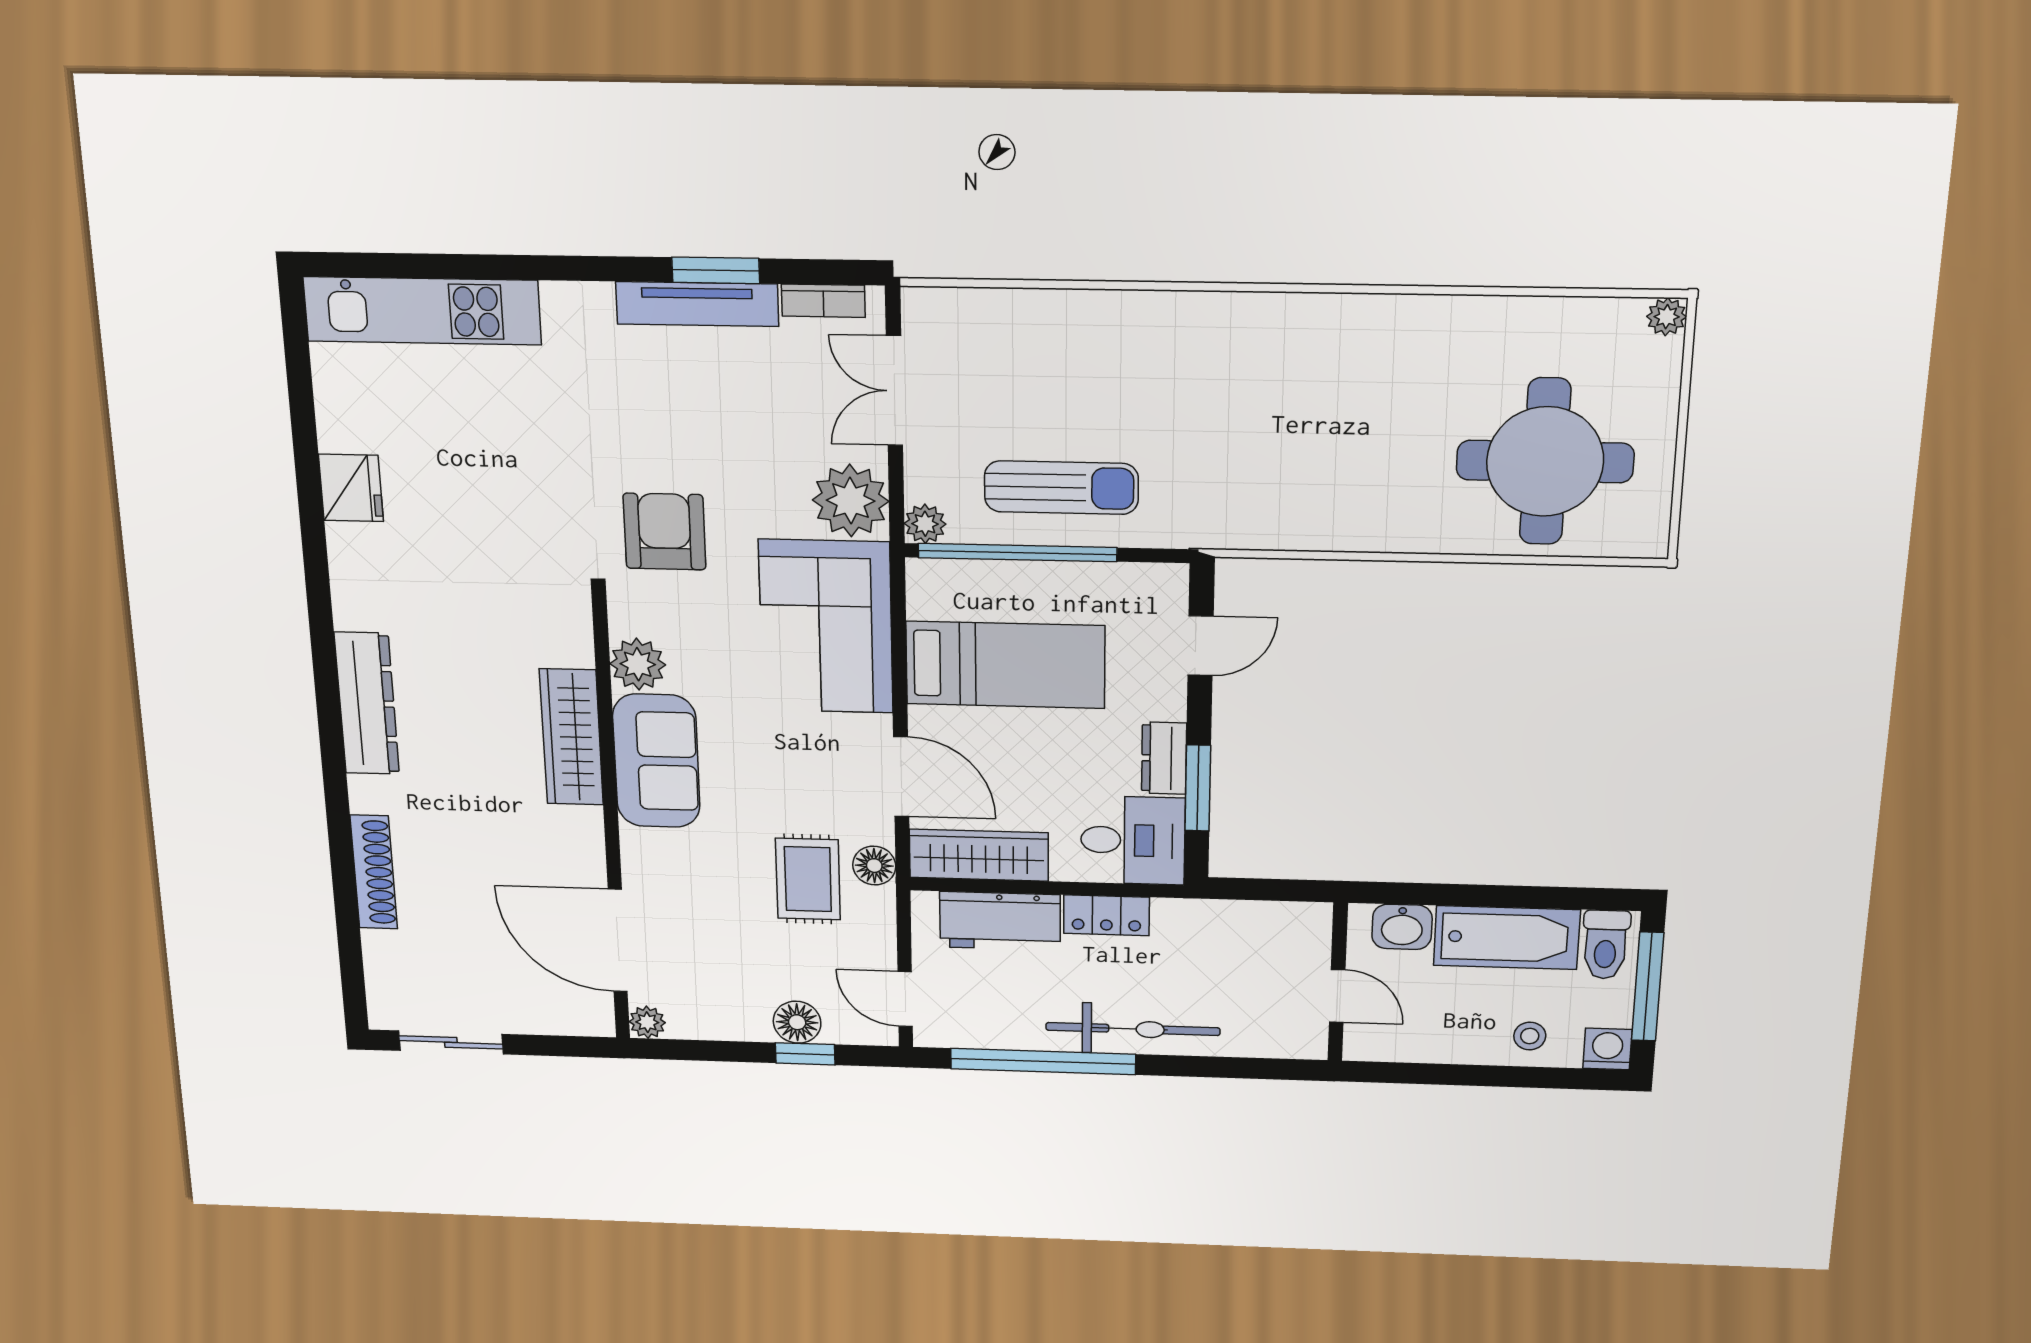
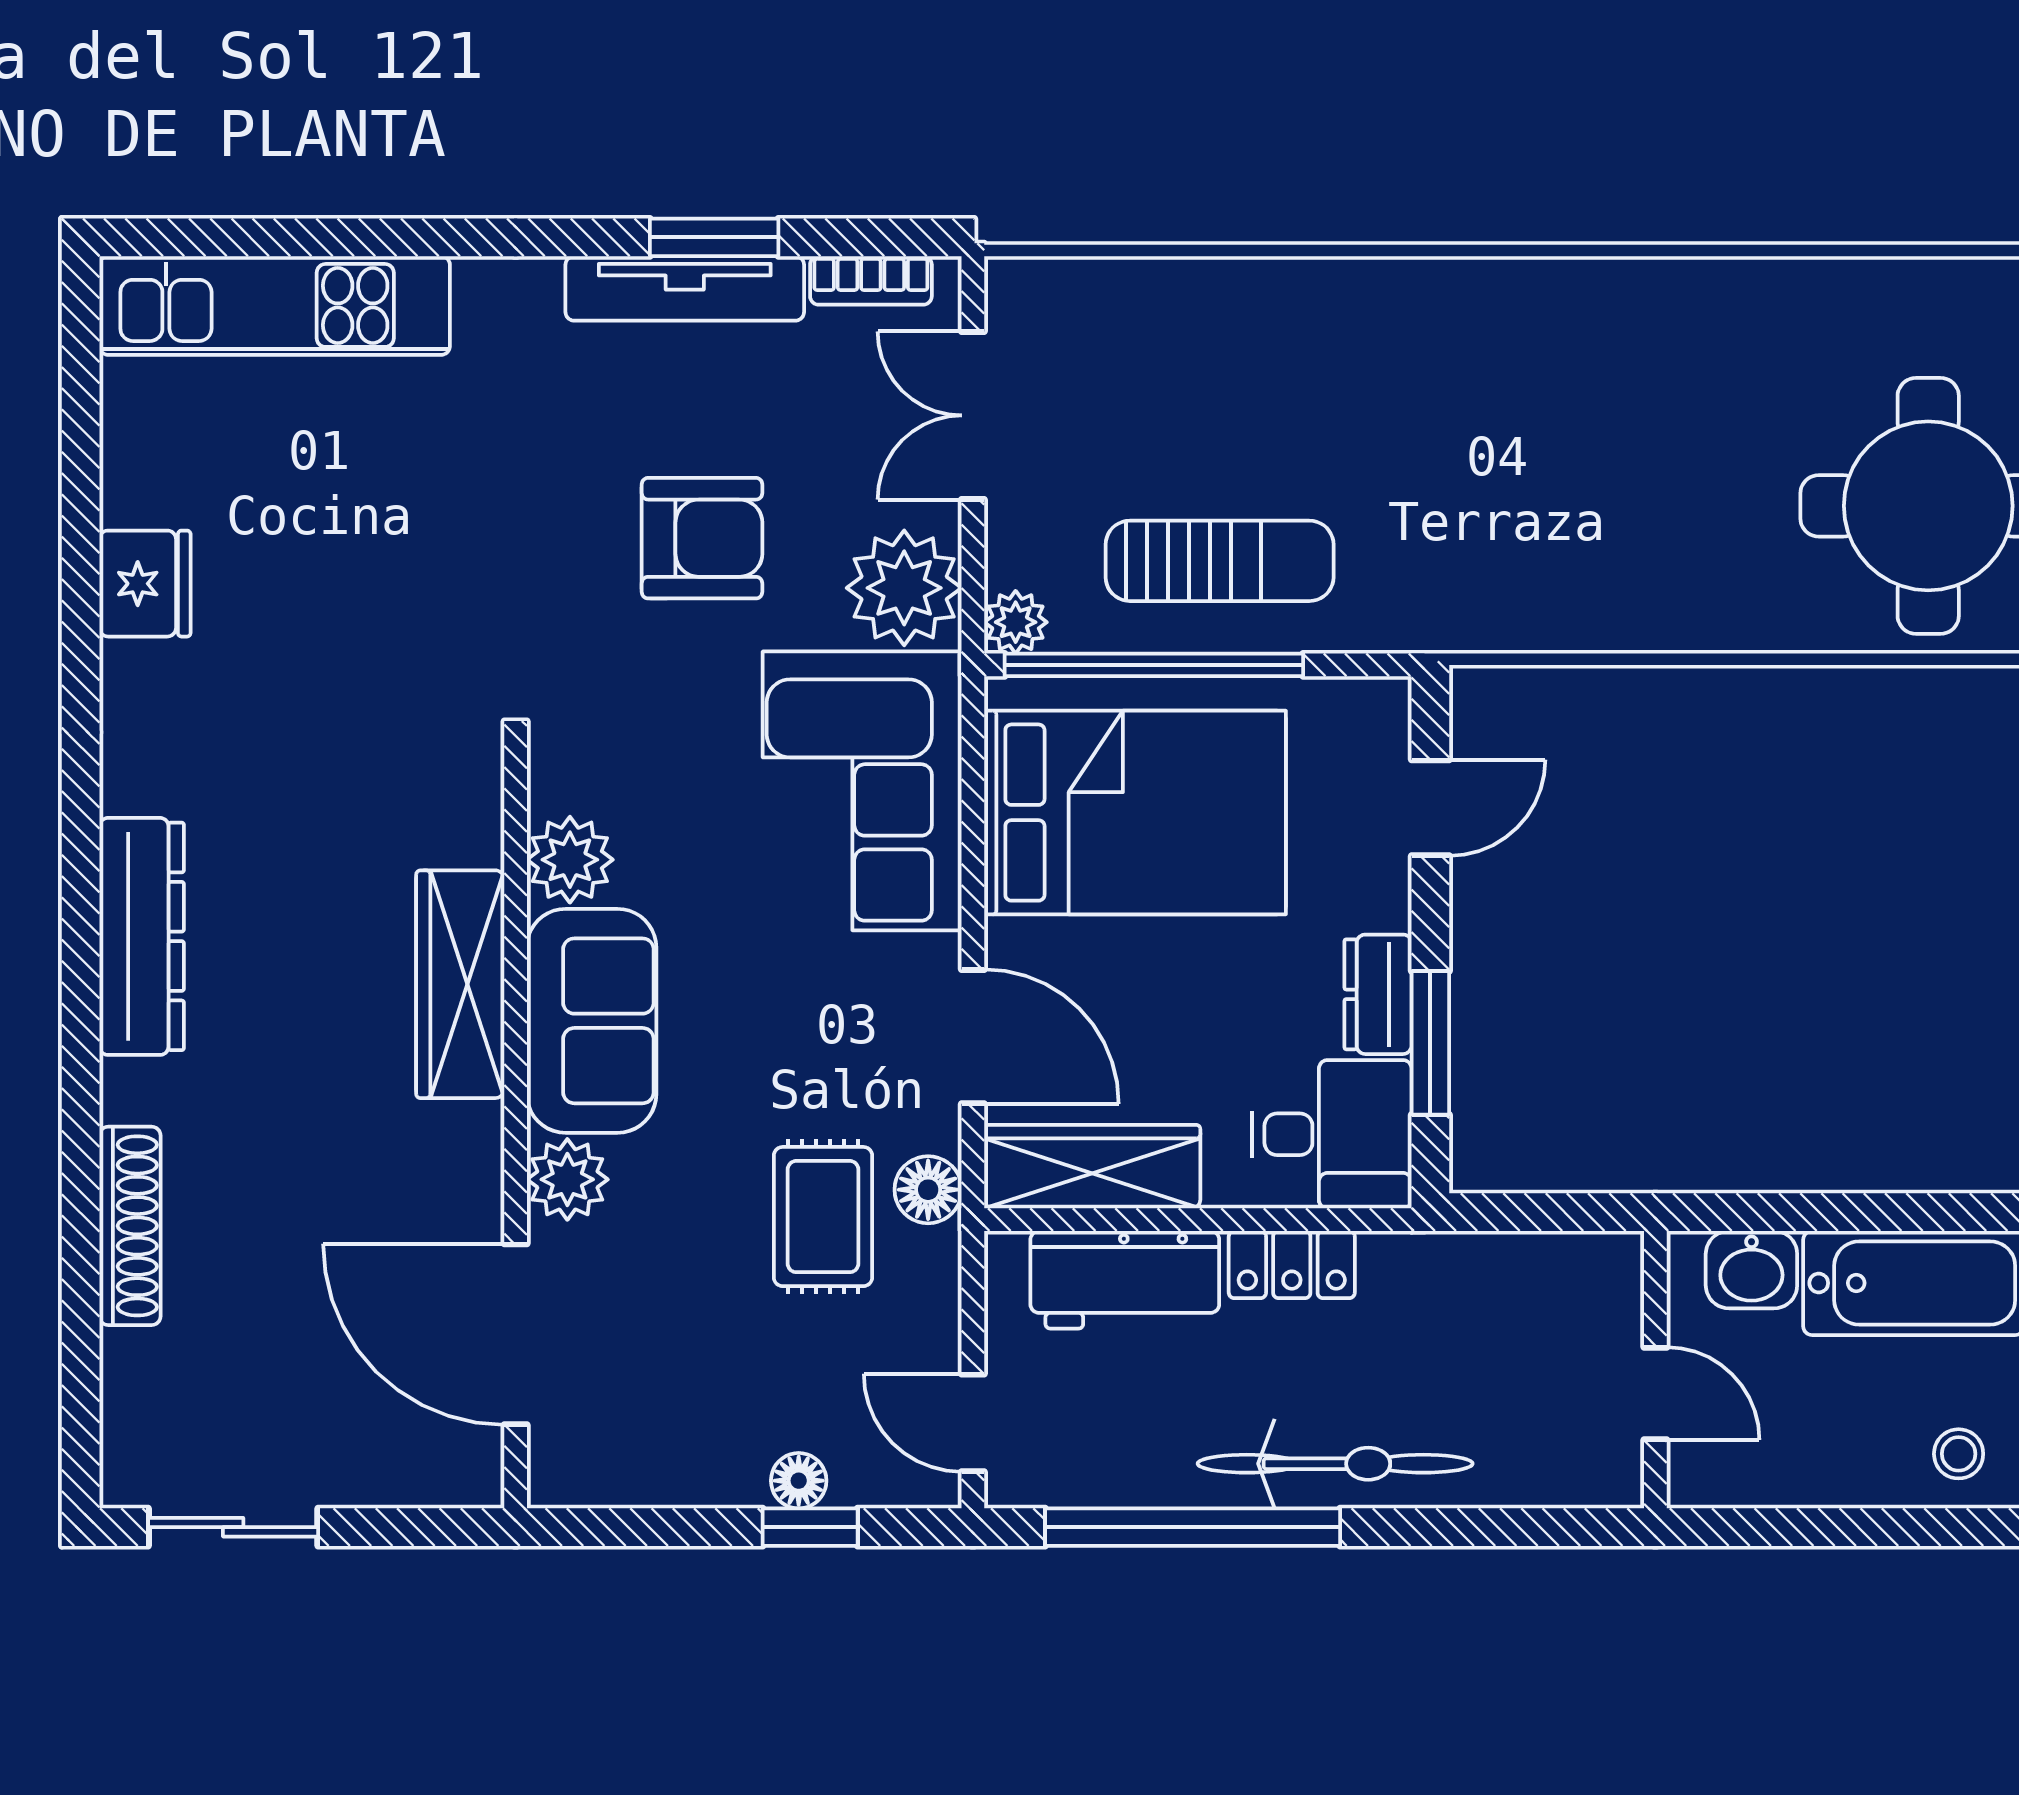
armchair: (665, 532) -> (702, 538), moved, turned 90
bed: (1005, 665) -> (1135, 813), width x1.50
plant: (647, 1022) -> (567, 1179), moved, width x1.38, depth x1.38
floor lamp: (797, 1022) -> (799, 1481), width x0.73, depth x0.73

